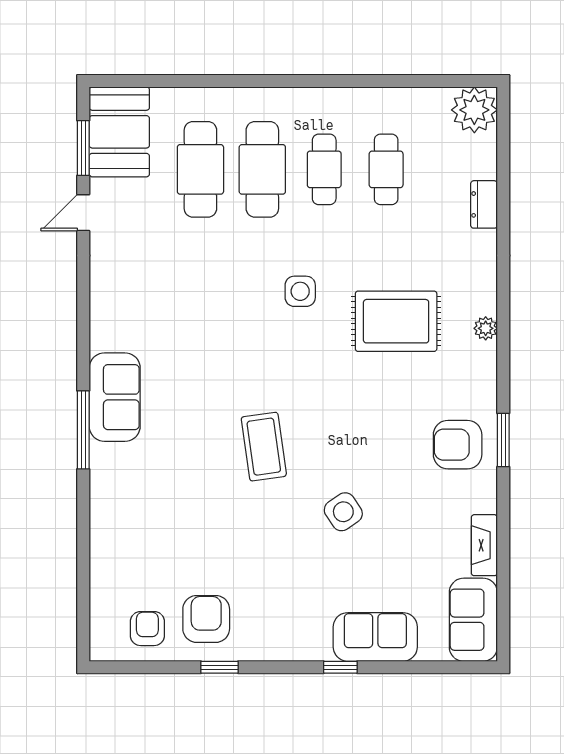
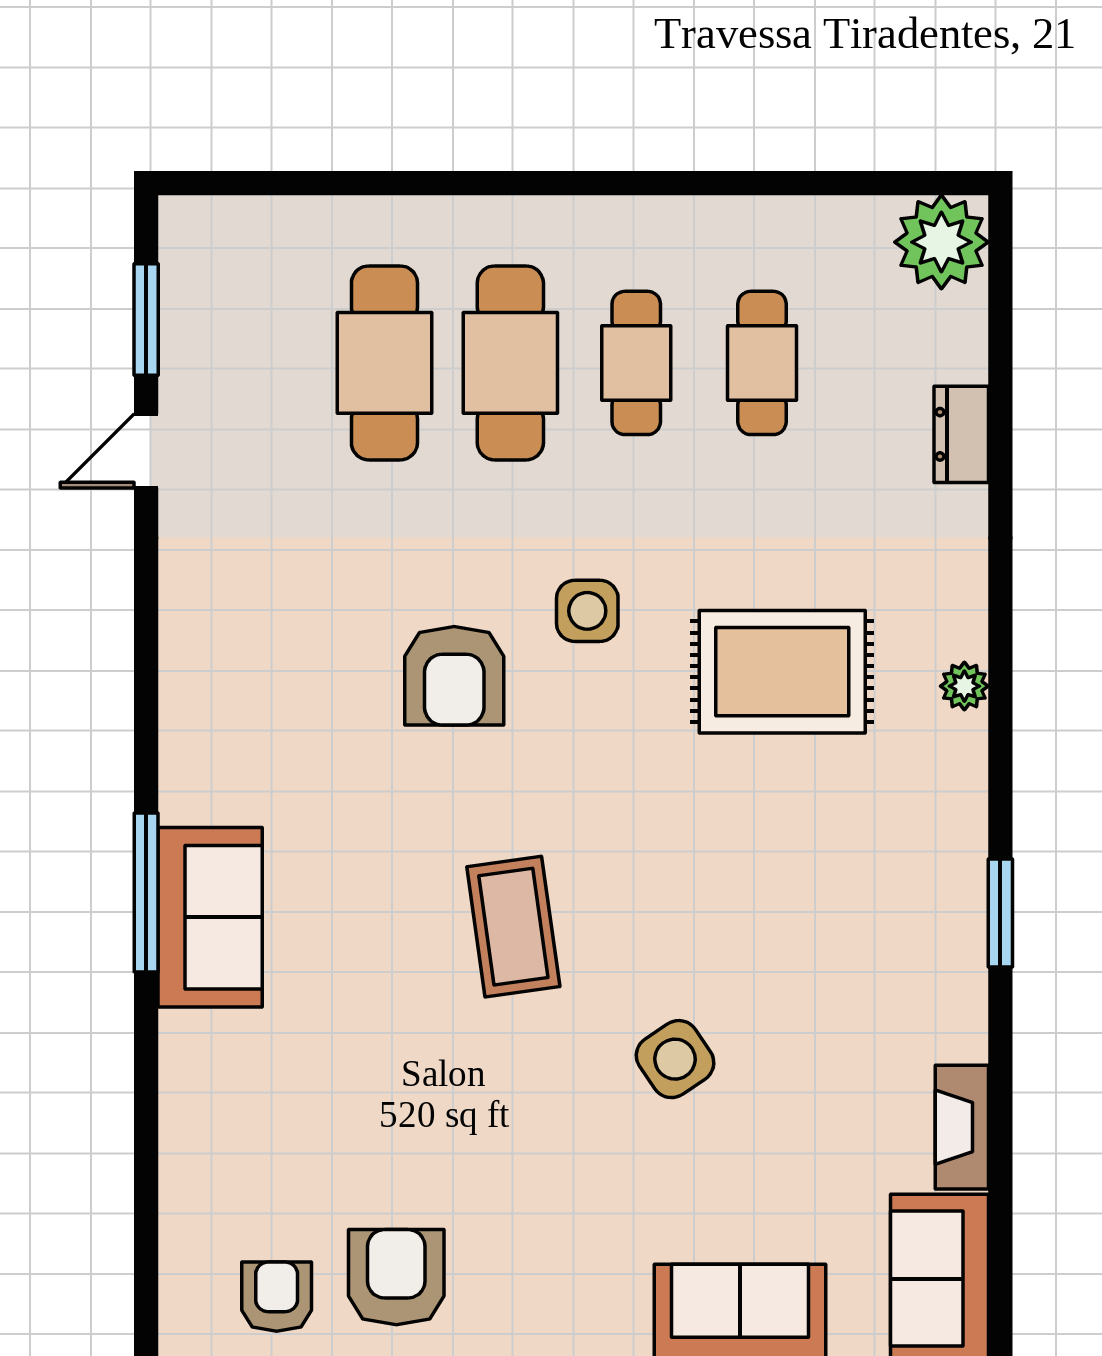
booth: (119, 132) -> (220, 287), removed
sofa: (115, 397) -> (210, 917), moved
armchair: (458, 445) -> (454, 676), moved, turned -90

